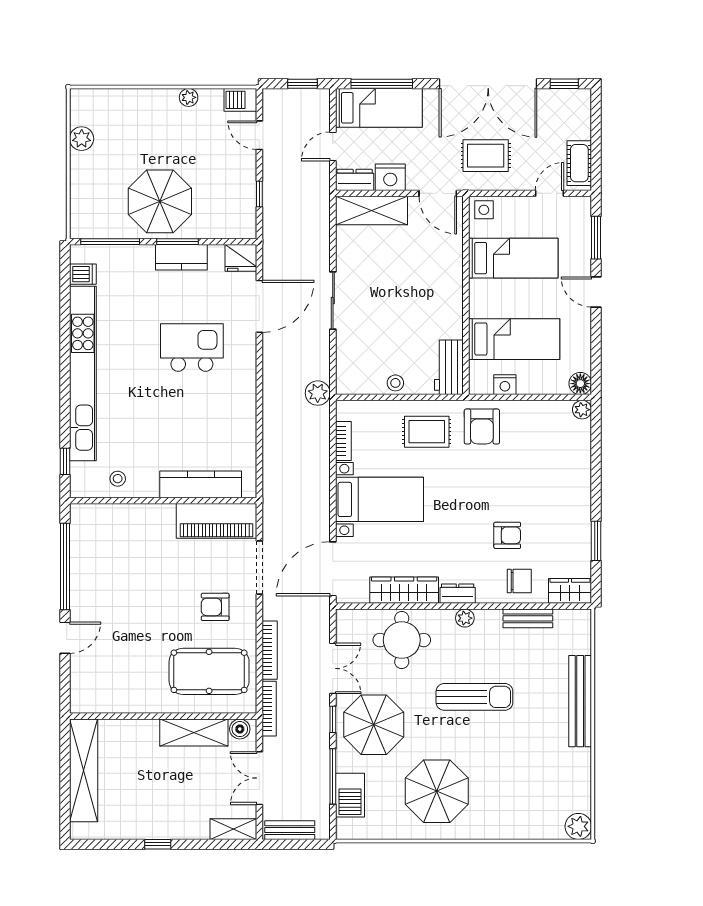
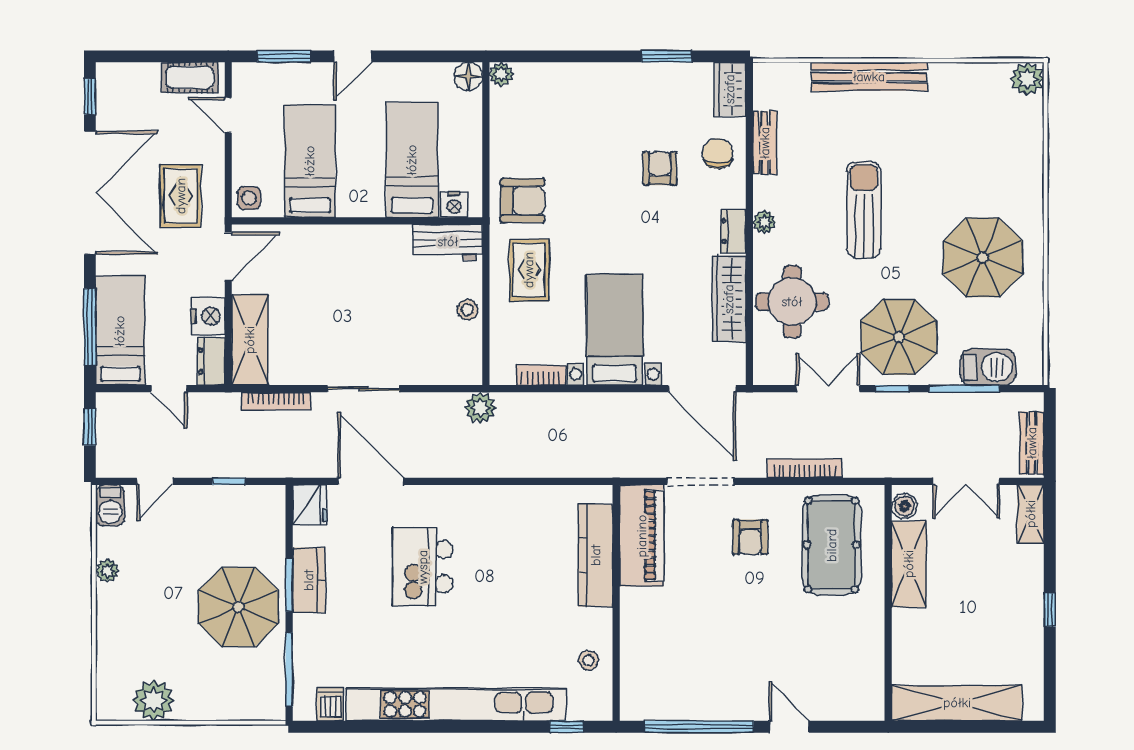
plant: (82, 139) -> (154, 700), width x1.36, depth x1.36
nightstand: (505, 385) -> (454, 205), moved, turned 90
bookcase: (269, 709) -> (276, 401), moved, turned 180

